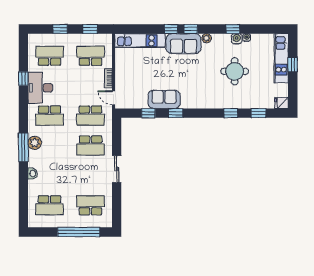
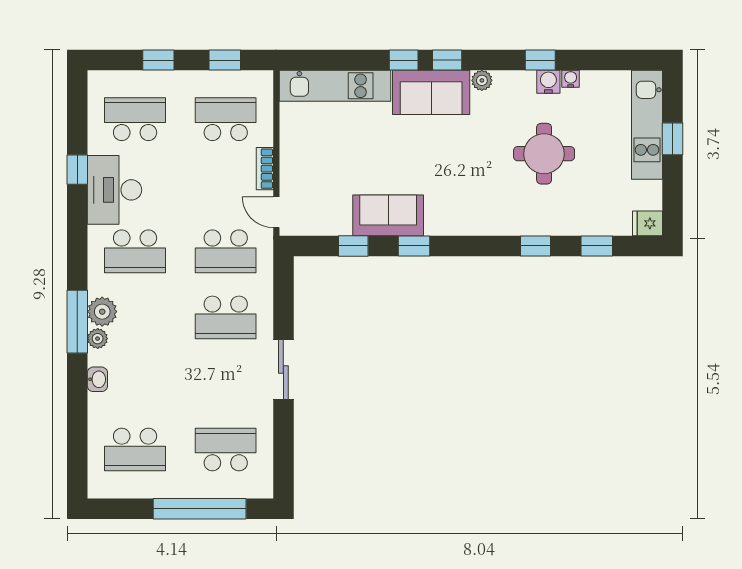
plant: (33, 155) -> (98, 339), added

